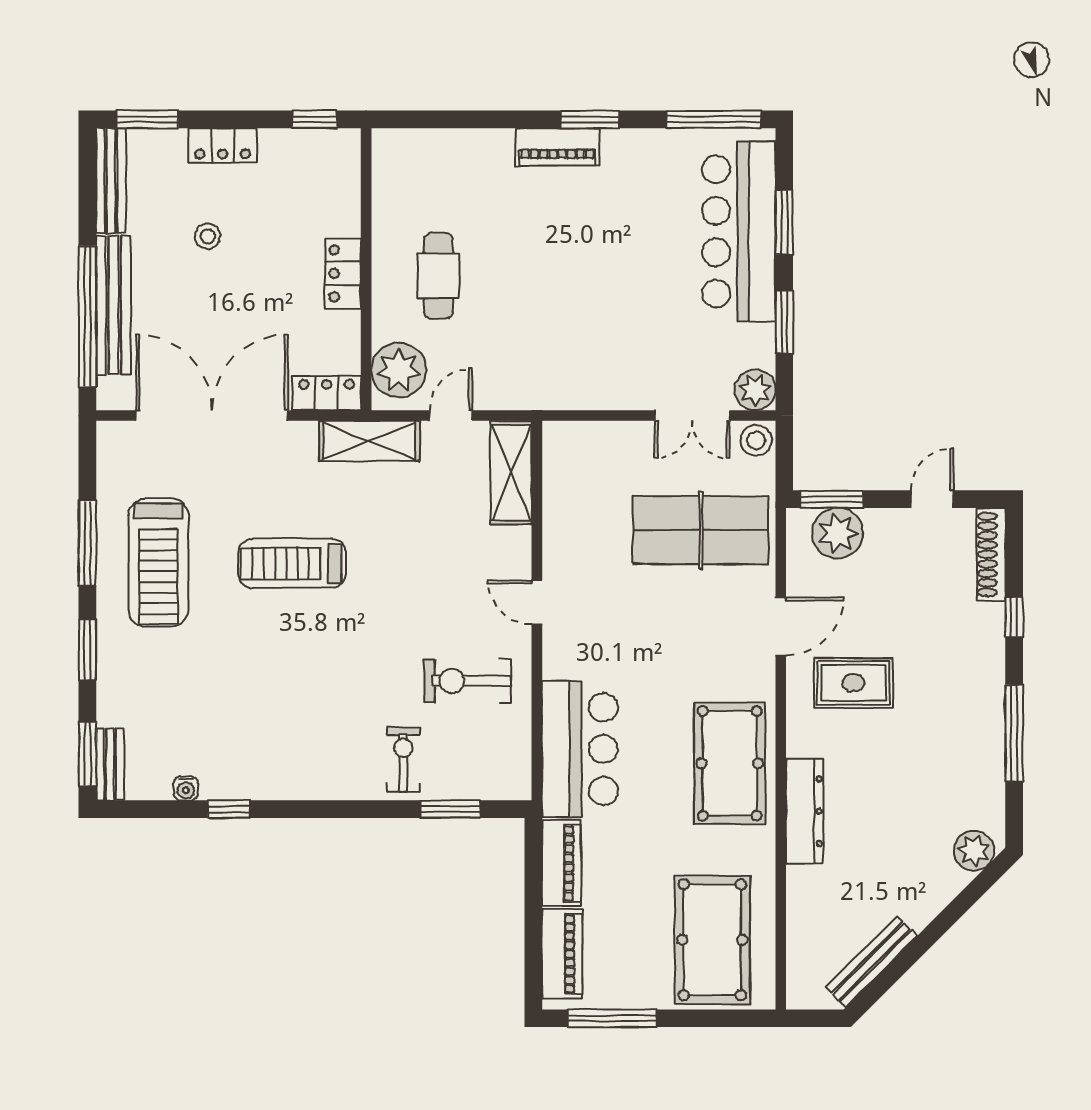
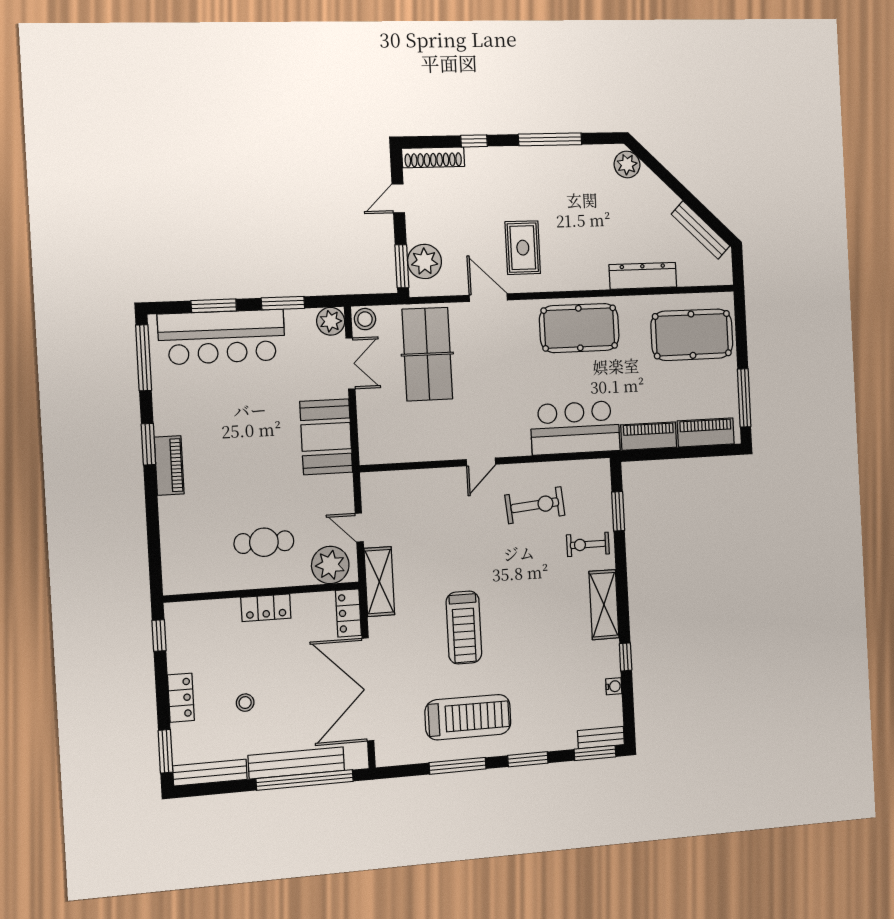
booth: (587, 374) -> (326, 437), added
shelving: (511, 472) -> (604, 605), moved, turned 90
door: (932, 499) -> (398, 198), hinge flipped
exercise bike: (467, 681) -> (535, 505), turned -95
dresser: (805, 811) -> (643, 276), moved

